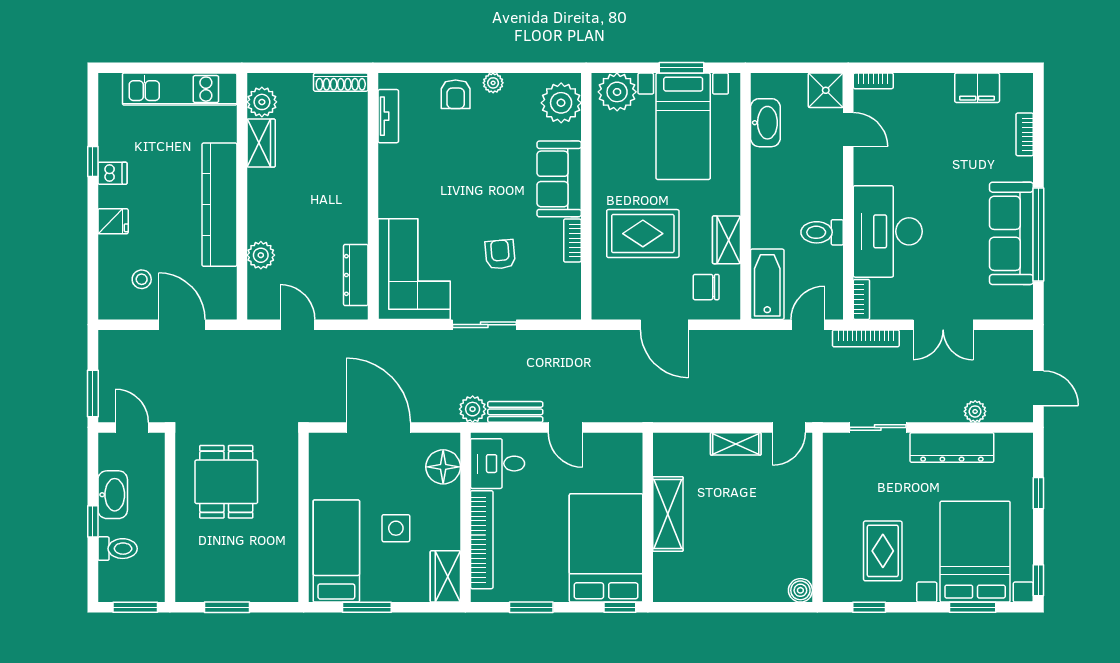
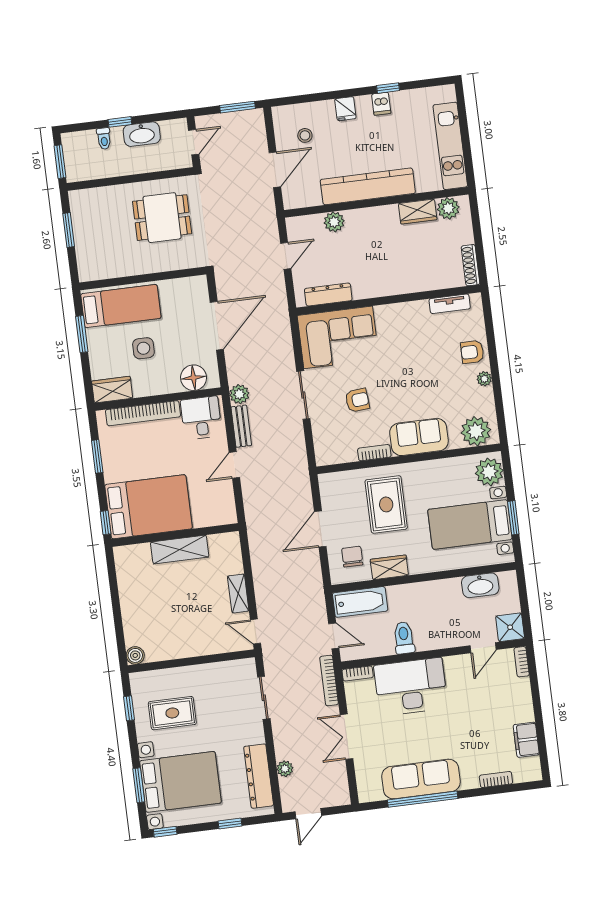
window: (93, 394) -> (237, 107), moved
dresser: (952, 448) -> (259, 776), moved
toilet: (118, 549) -> (104, 138), width x0.73, depth x0.72

